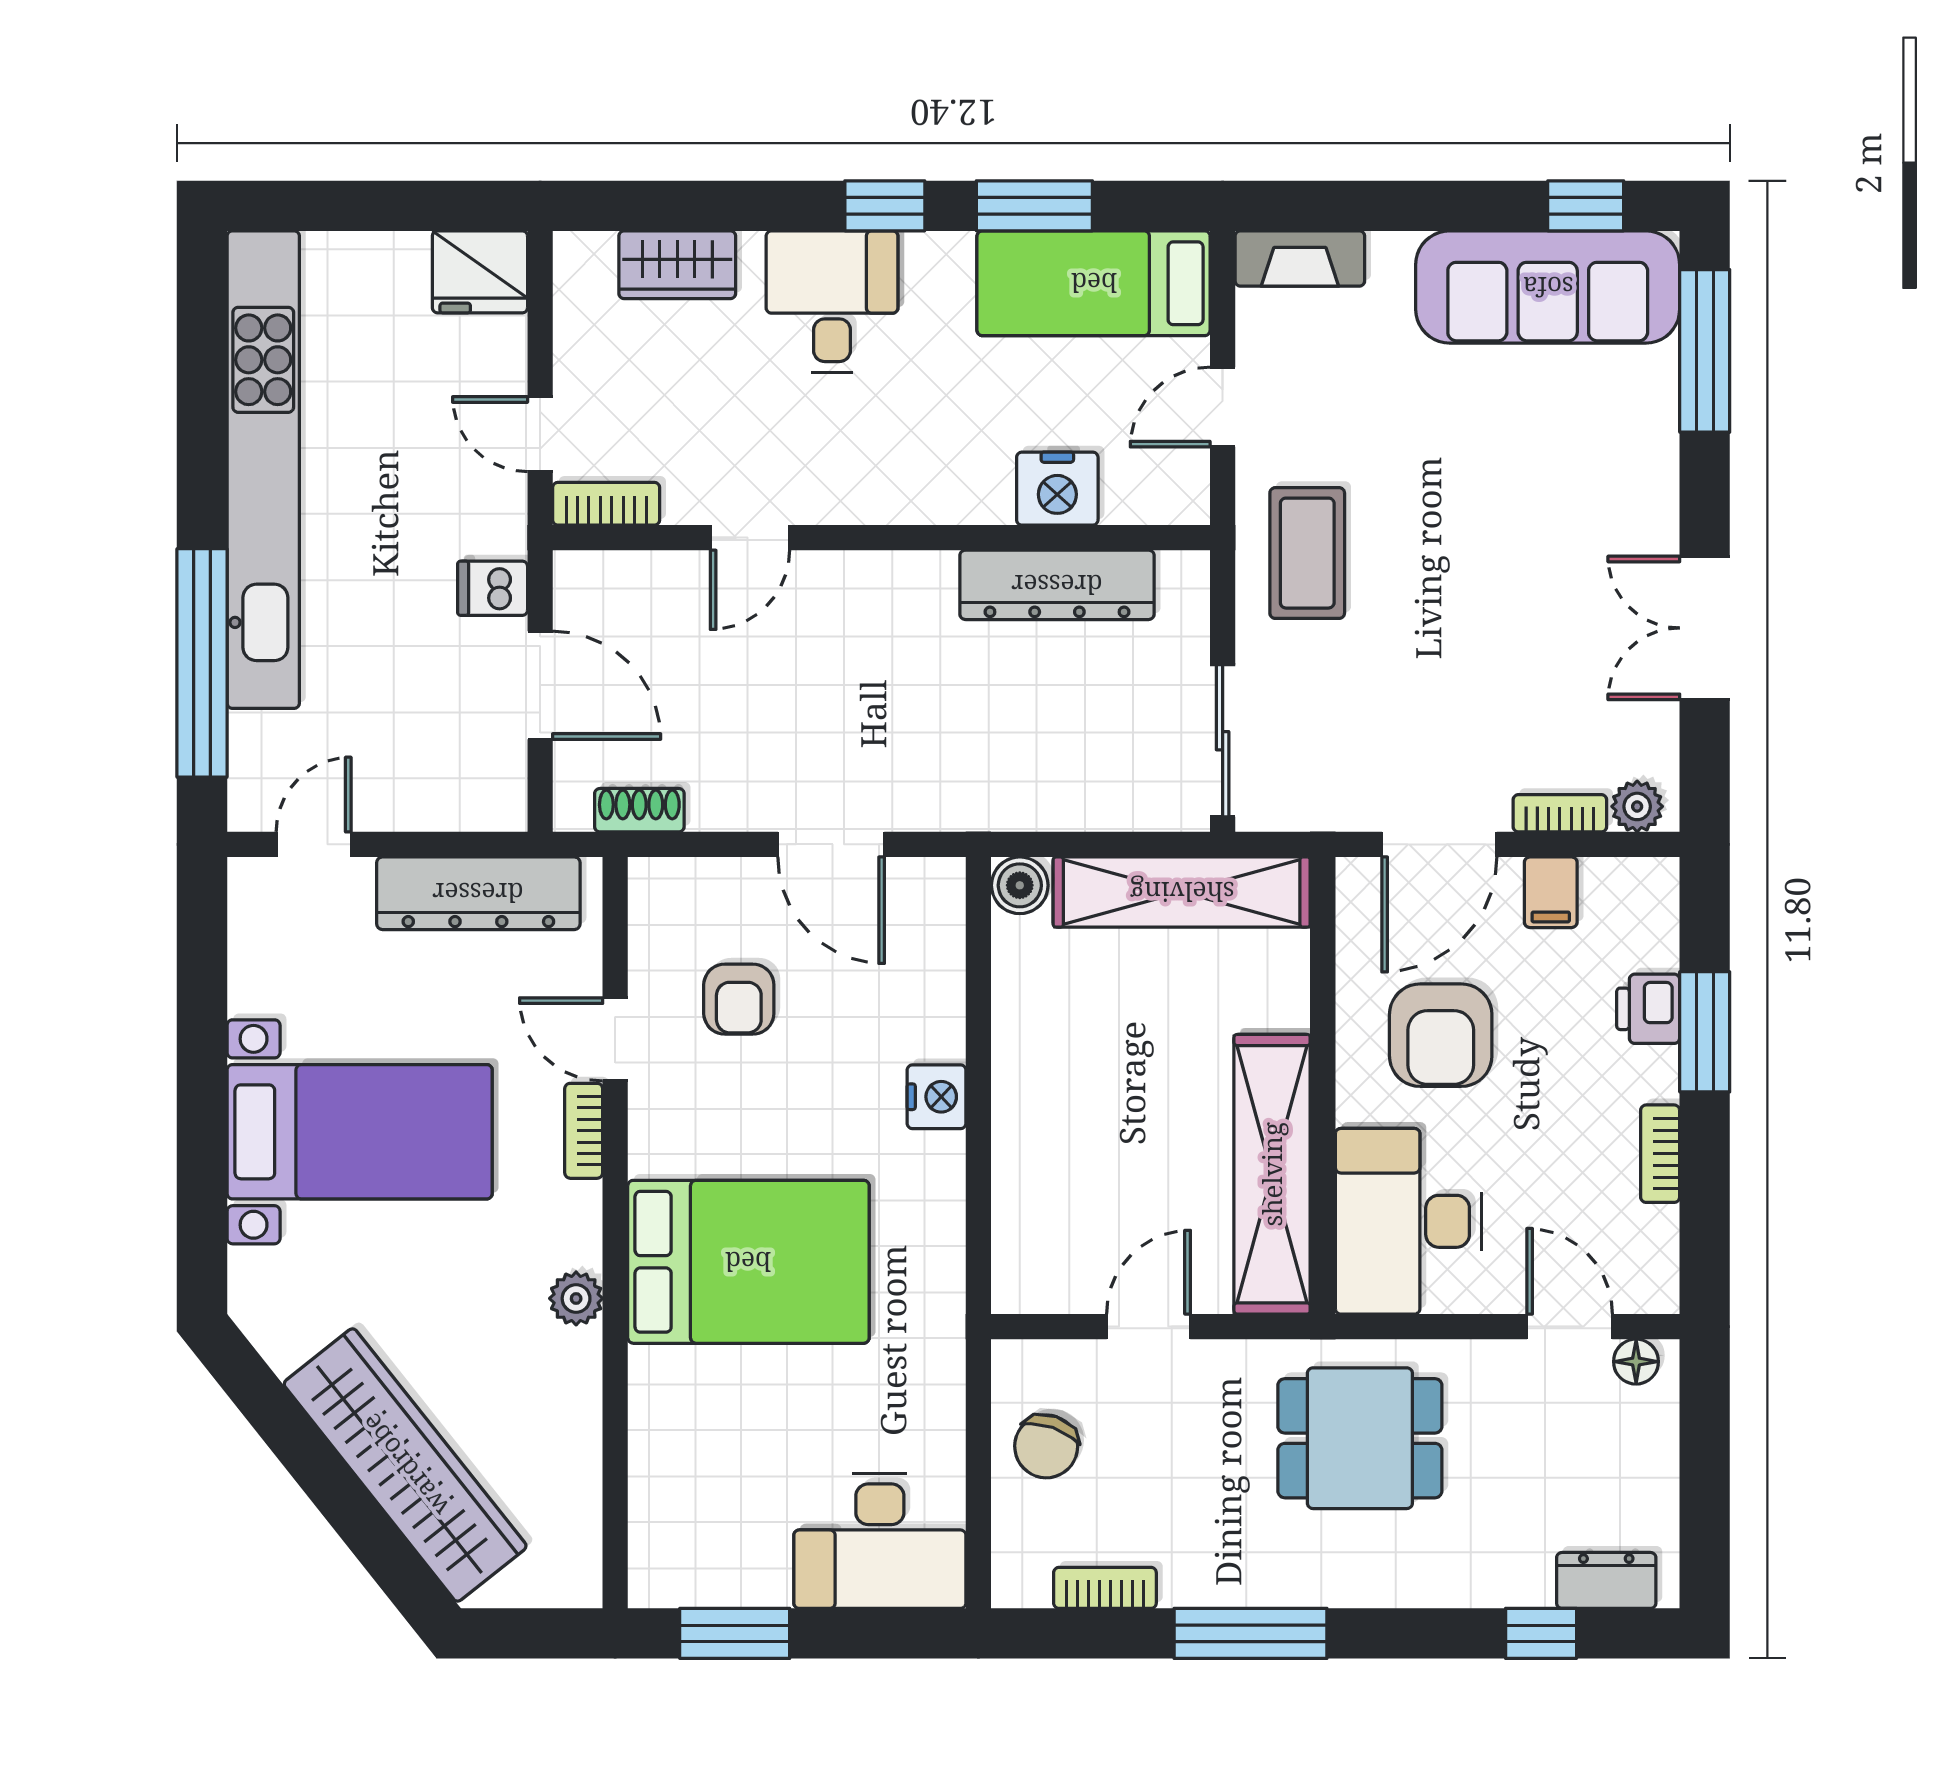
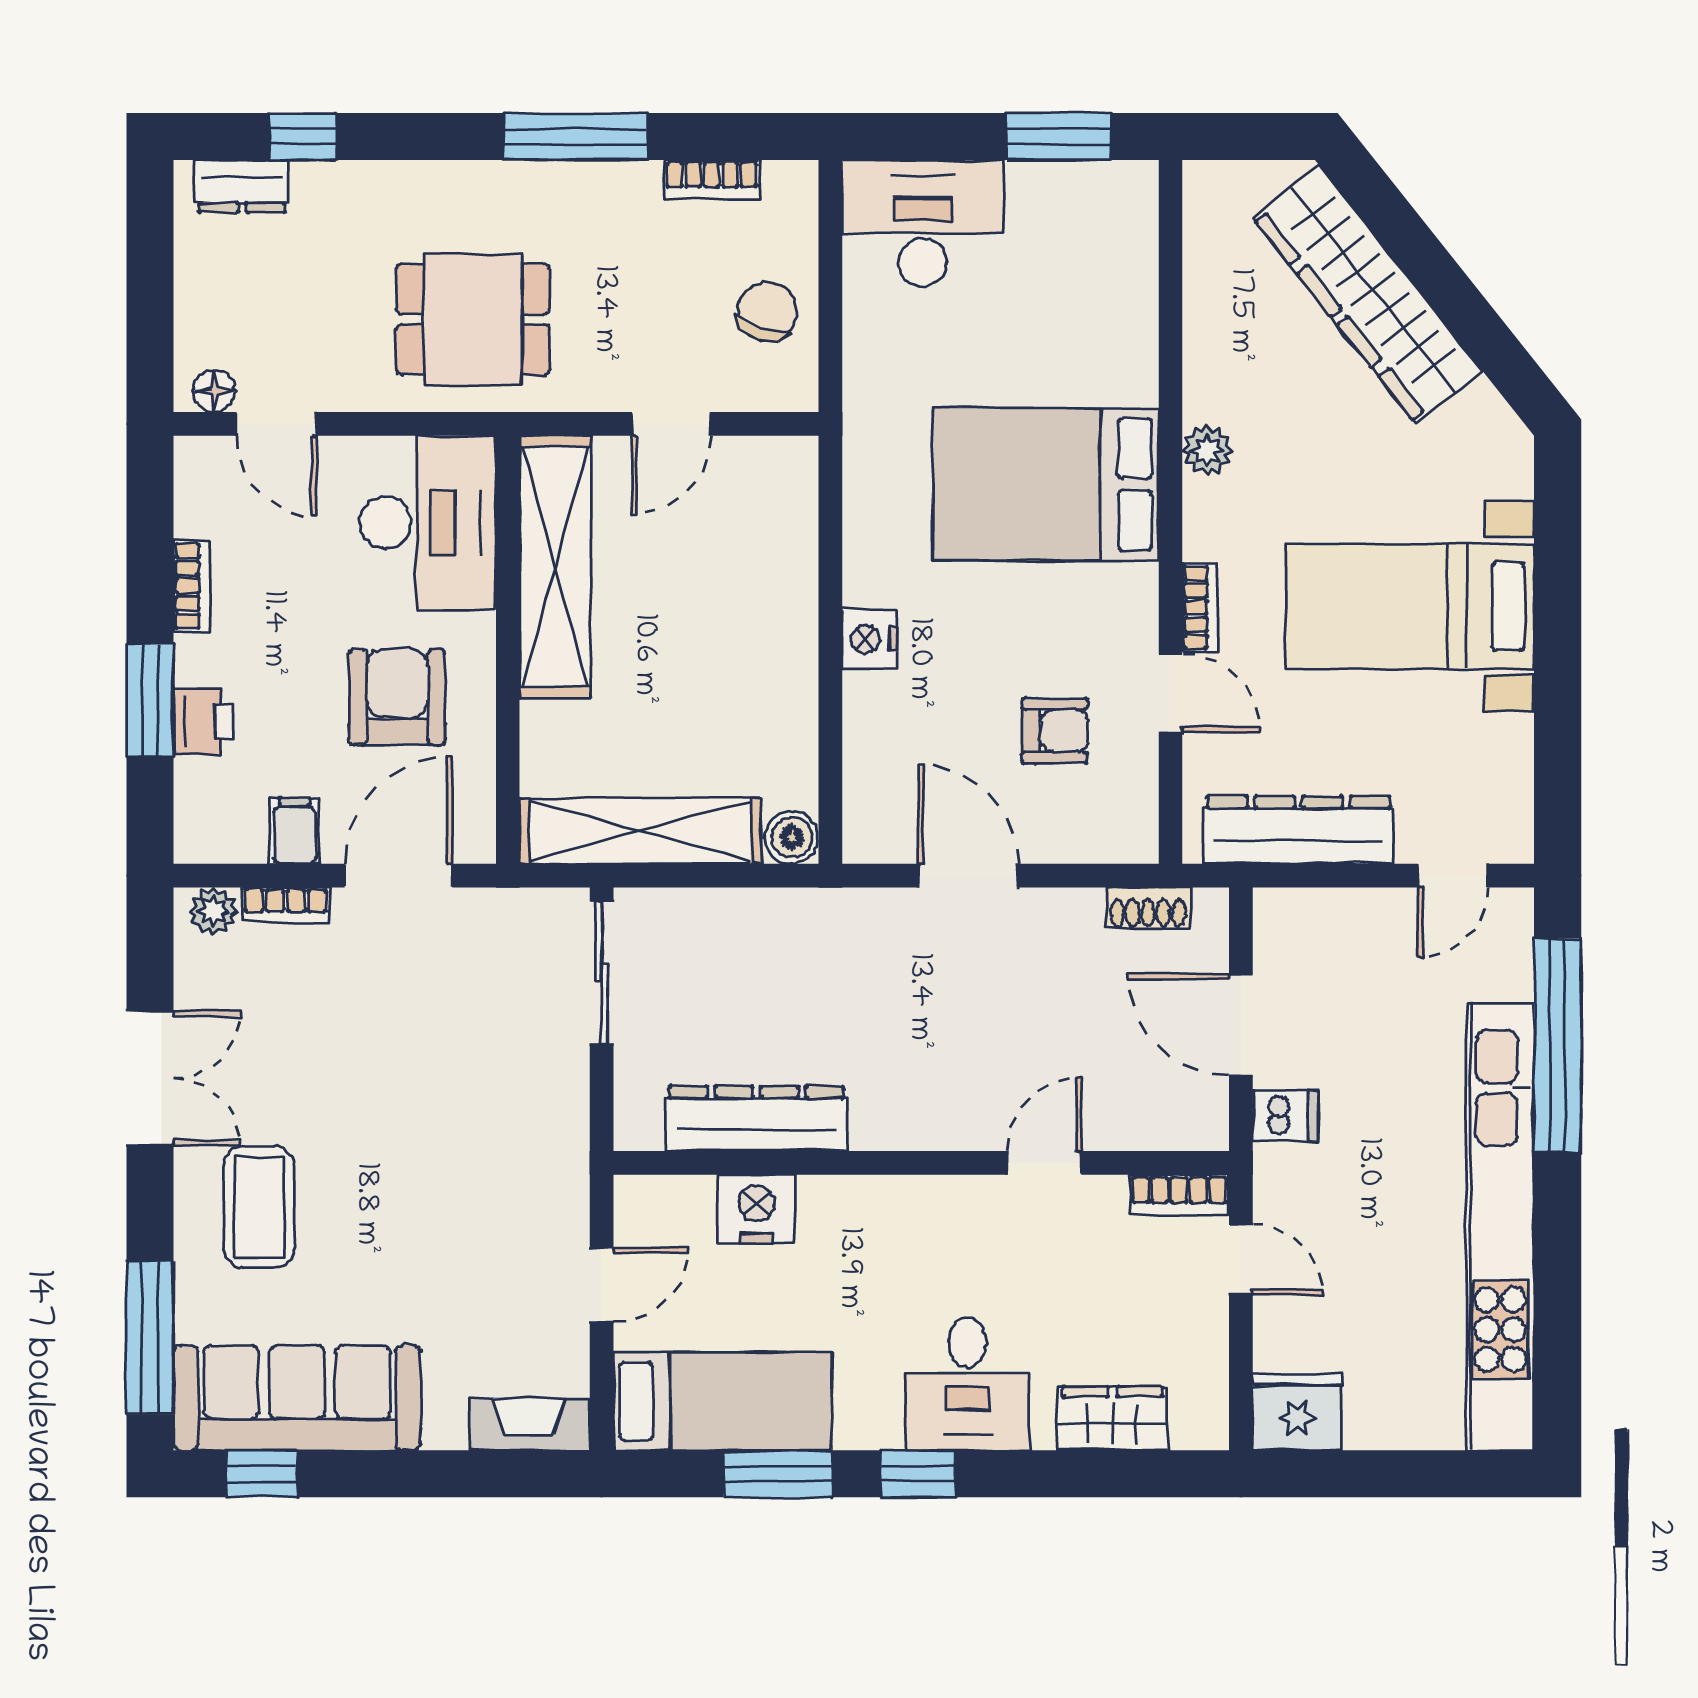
coffee table: (1307, 553) -> (259, 1207), moved
armchair: (739, 999) -> (1055, 731), turned 90

